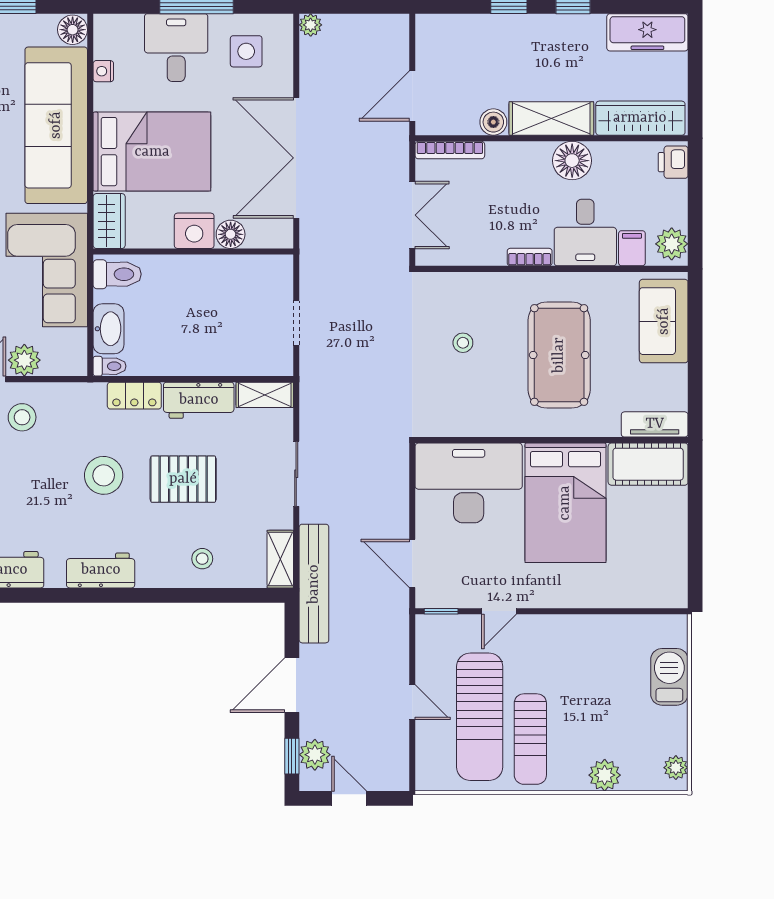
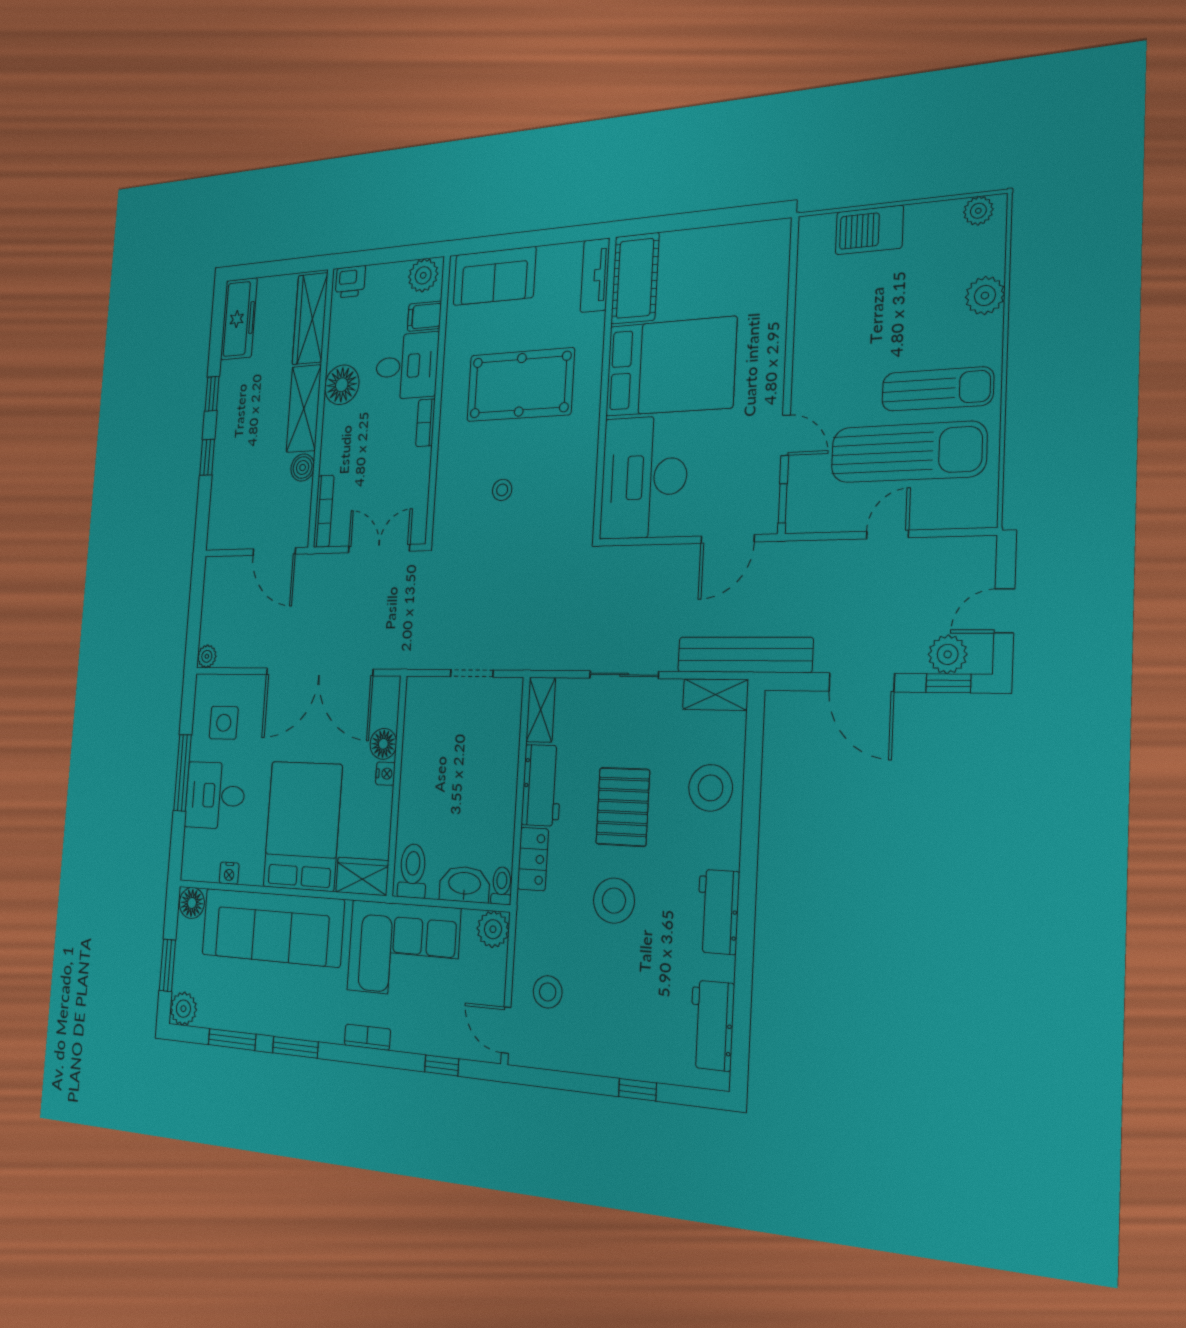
nightstand: (194, 231) -> (385, 774), width x0.53, depth x0.56
plant: (24, 360) -> (493, 929), moved
stool: (202, 559) -> (711, 788), width x1.89, depth x1.89

